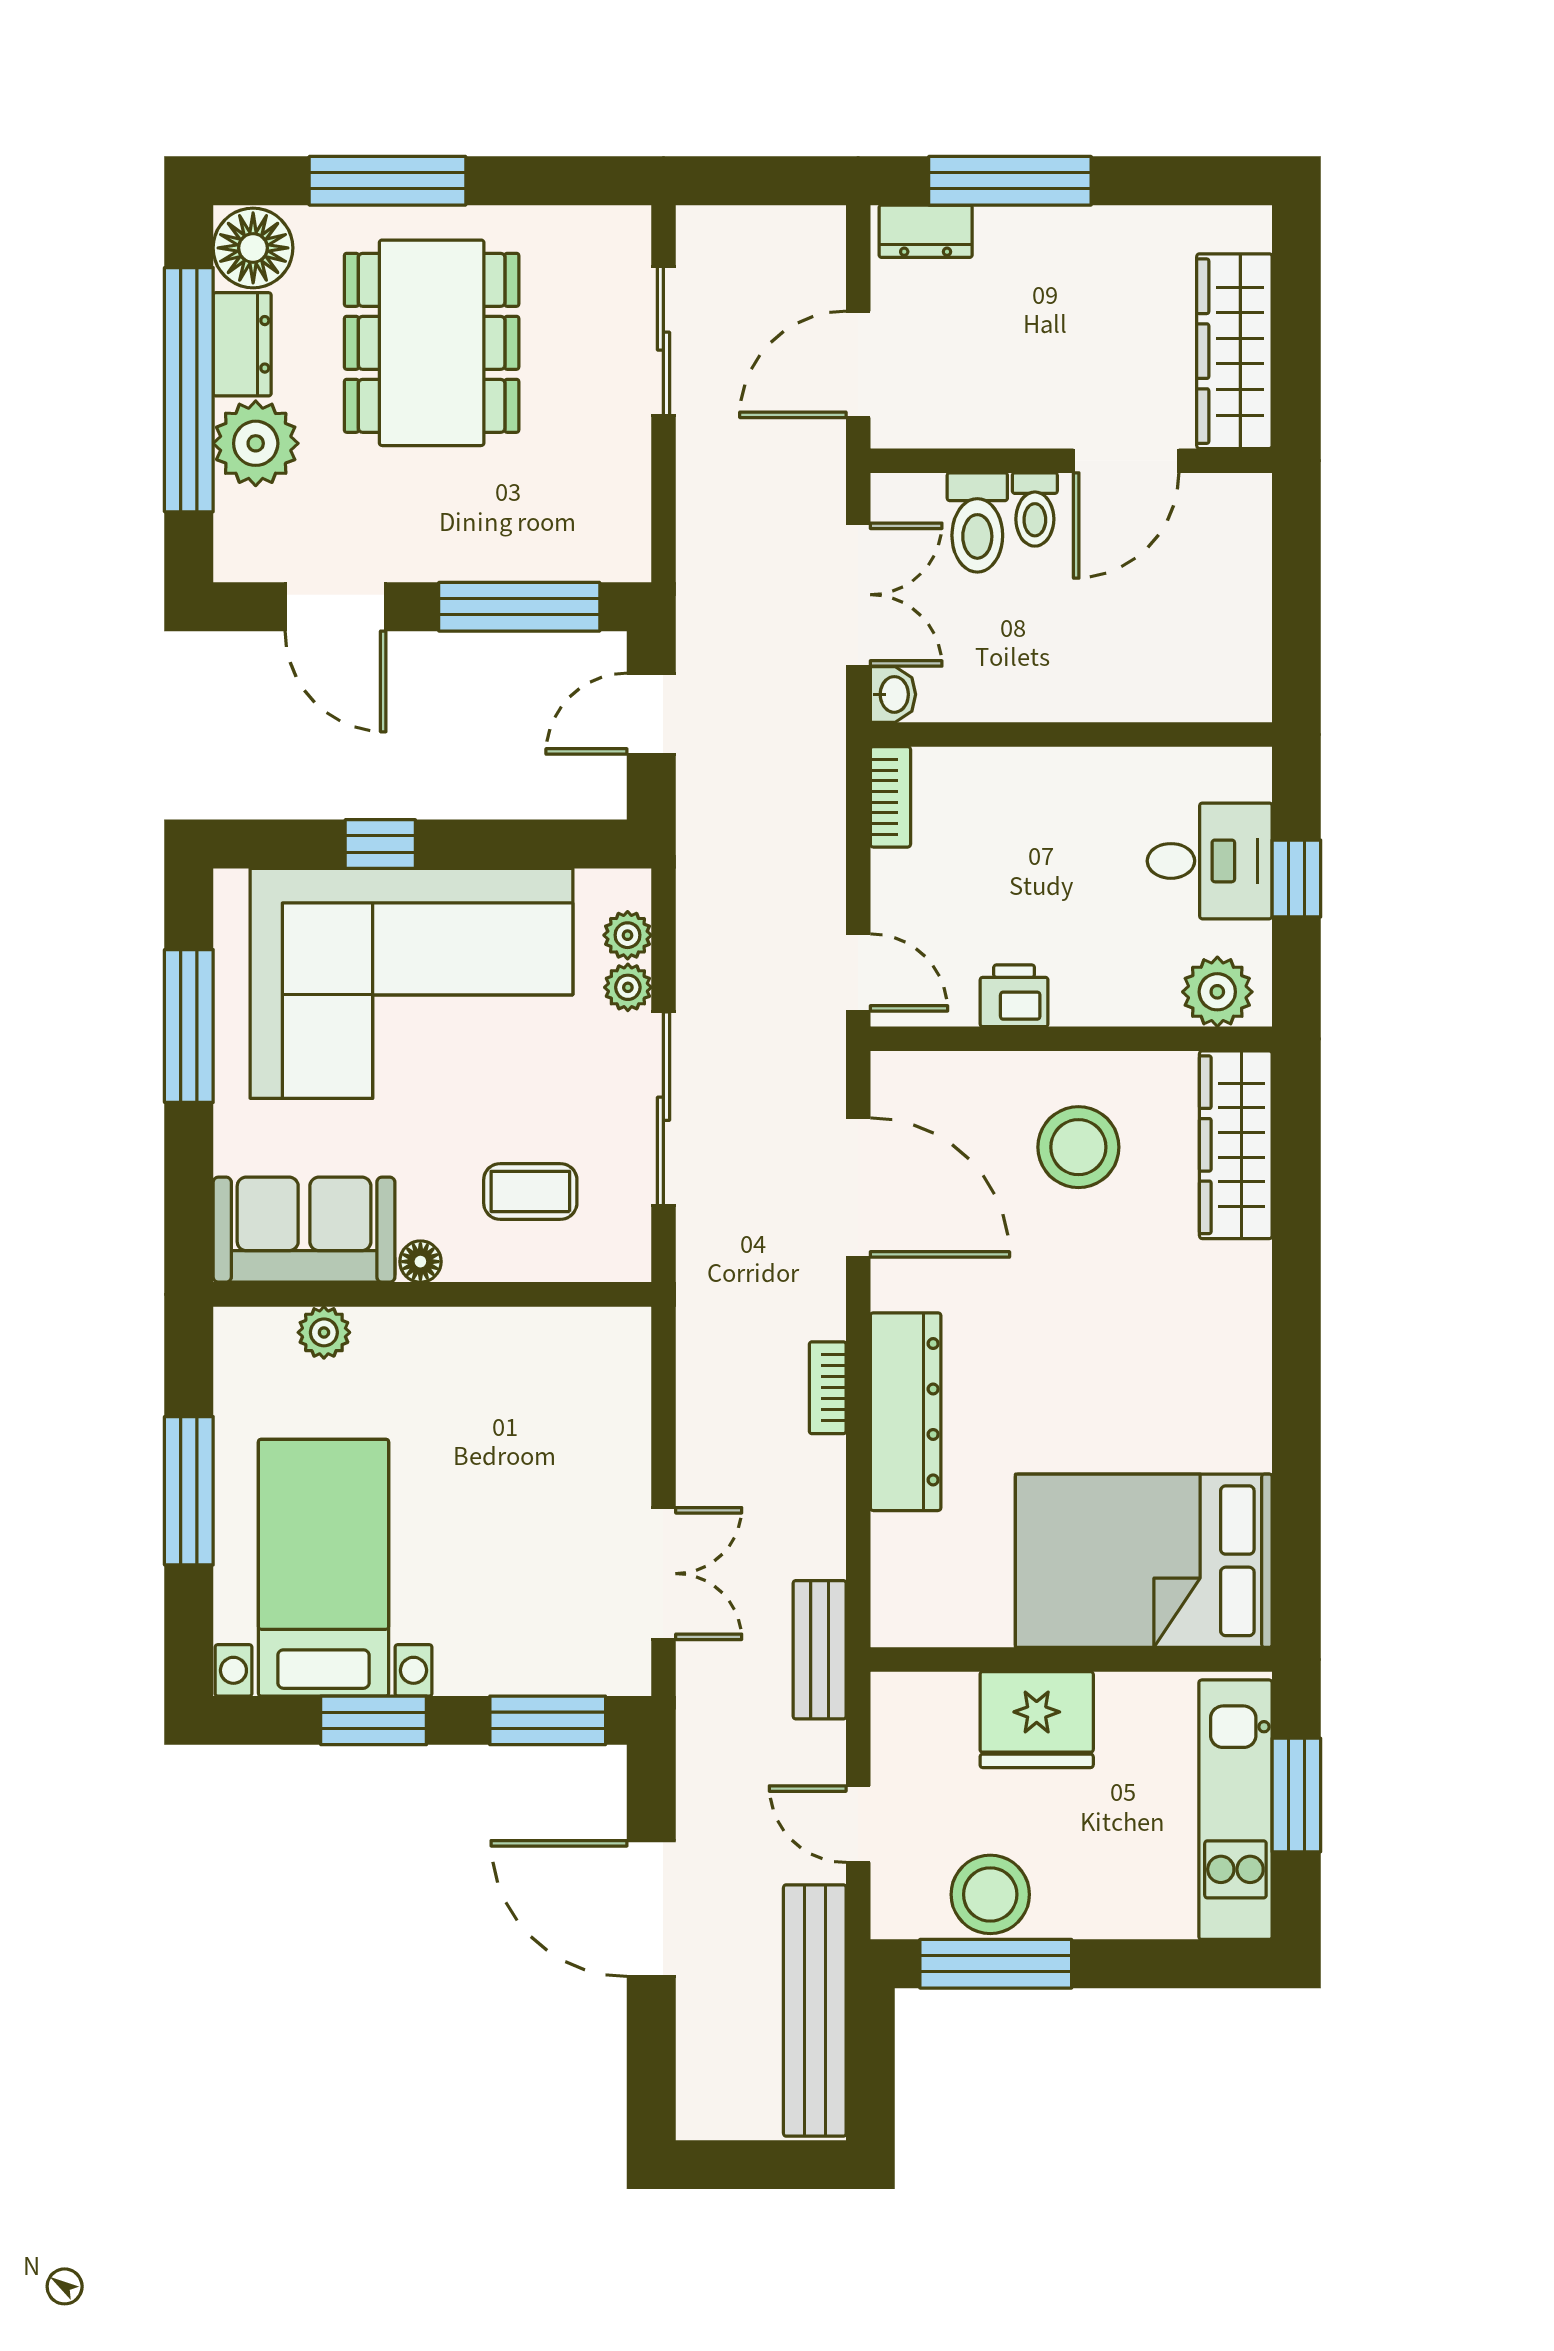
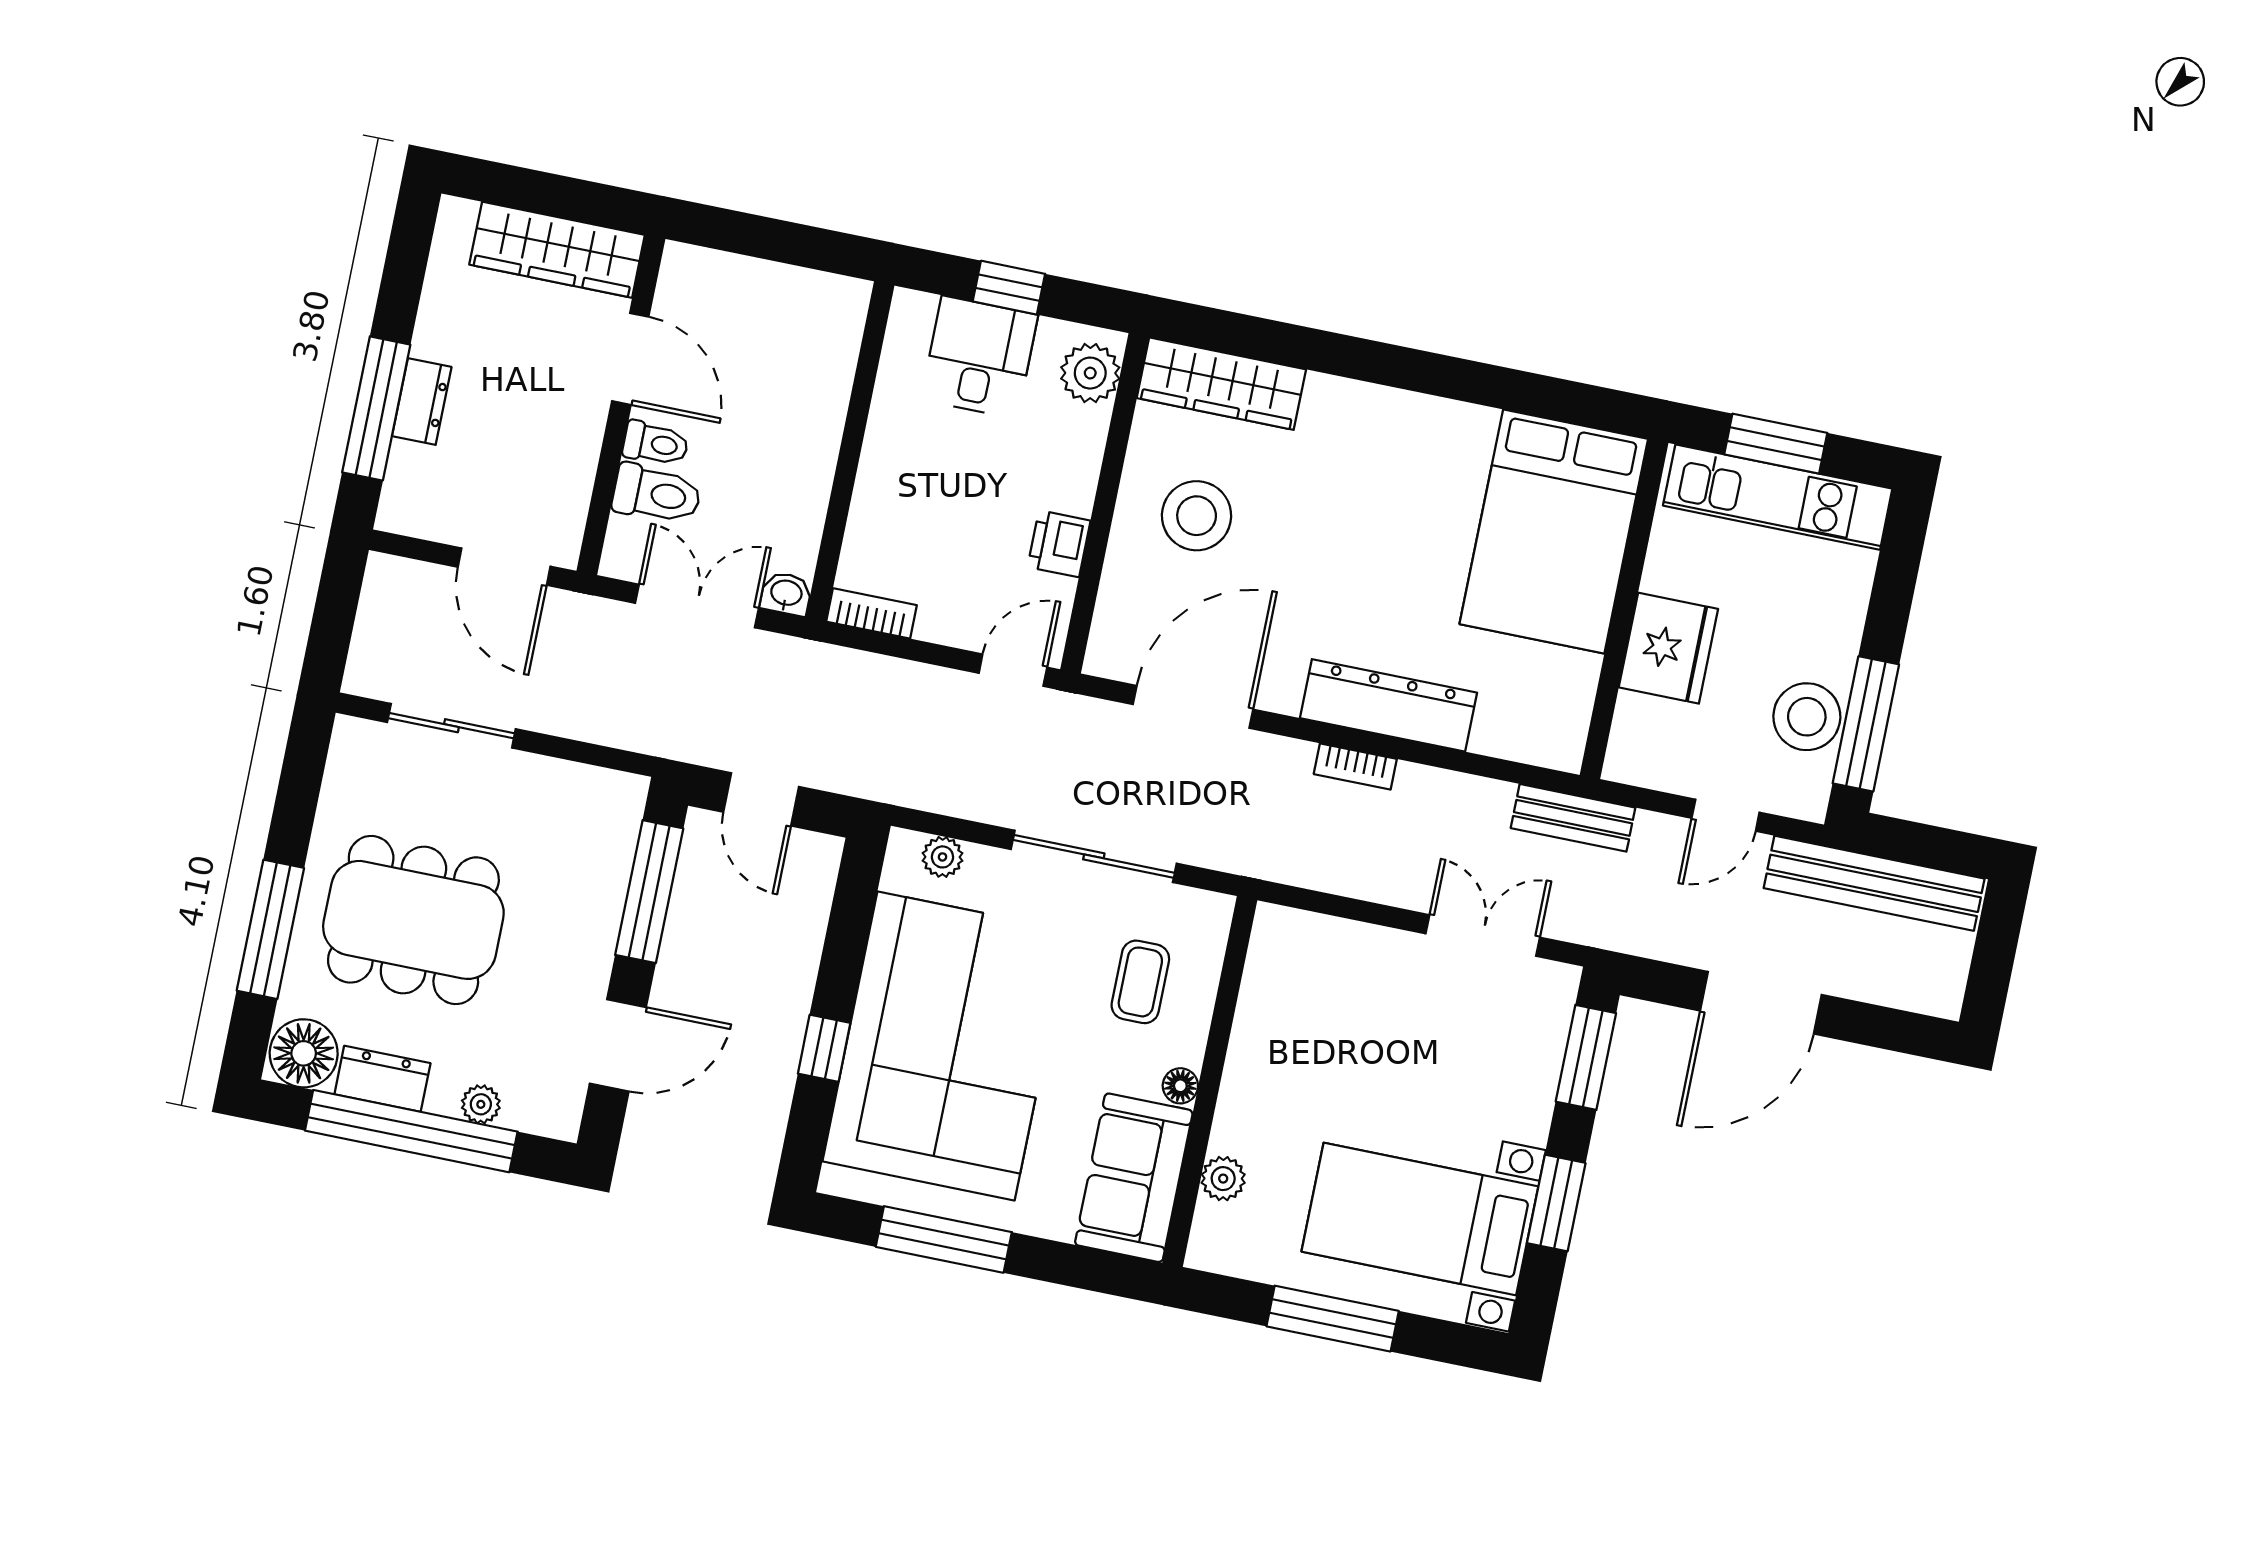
dresser: (926, 231) -> (422, 402), moved
plant: (256, 443) -> (481, 1104), width x0.53, depth x0.53
plant: (628, 987) -> (986, 865), removed

